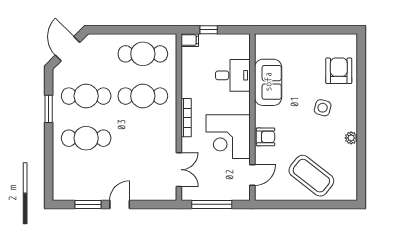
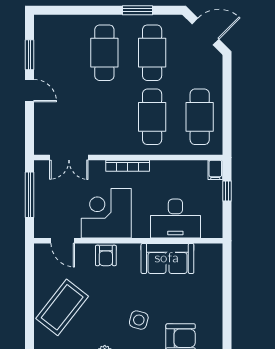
desk: (233, 75) -> (175, 219), width x1.37

